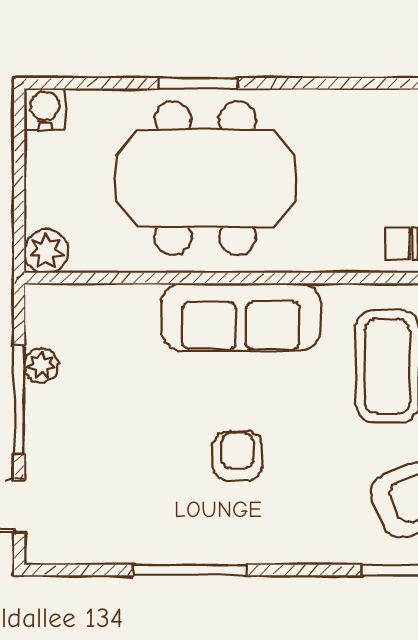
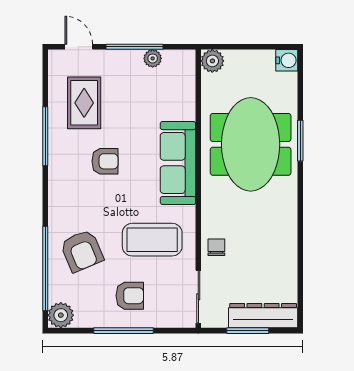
rug: (126, 496) -> (84, 103), added

